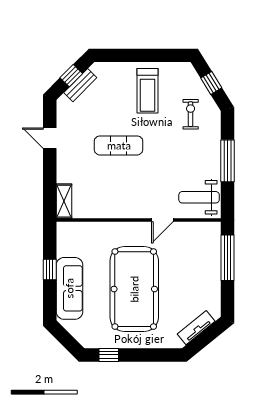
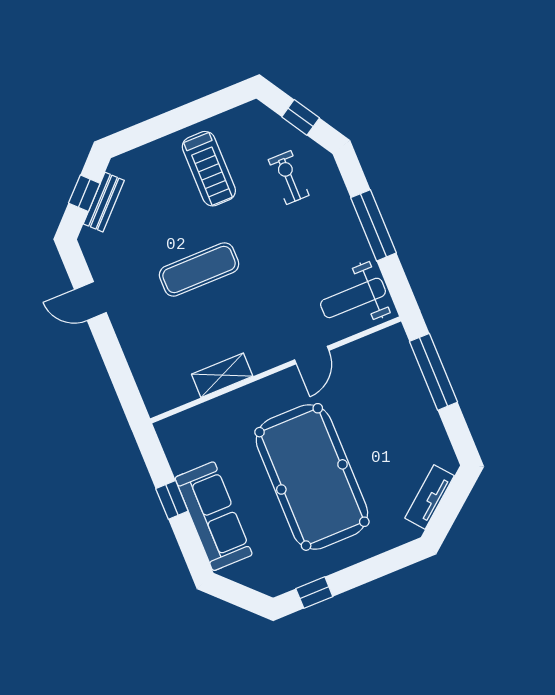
shelving: (64, 201) -> (222, 375), moved, turned 90

